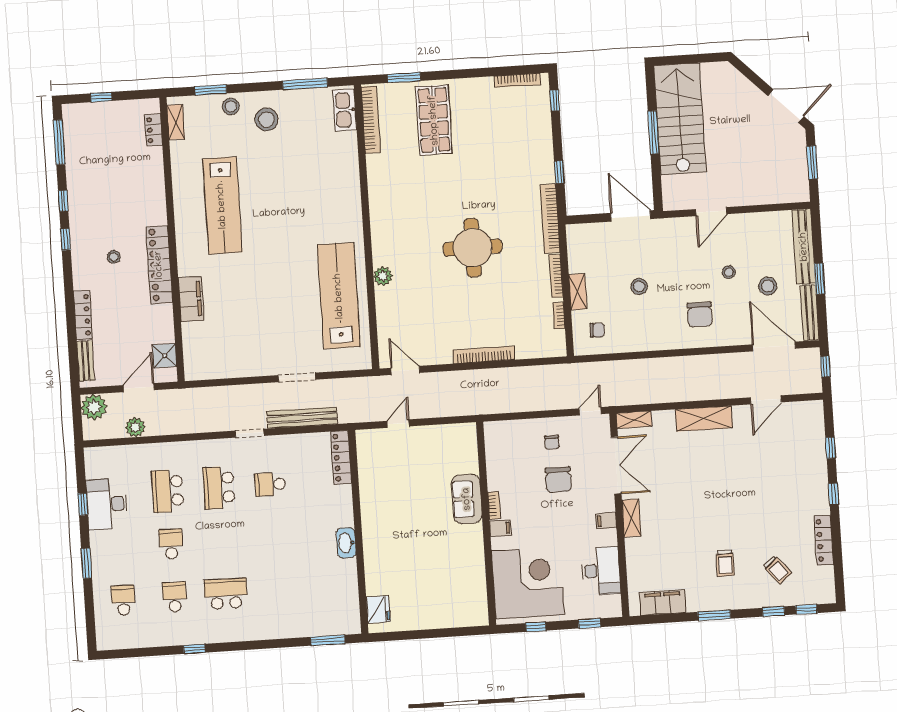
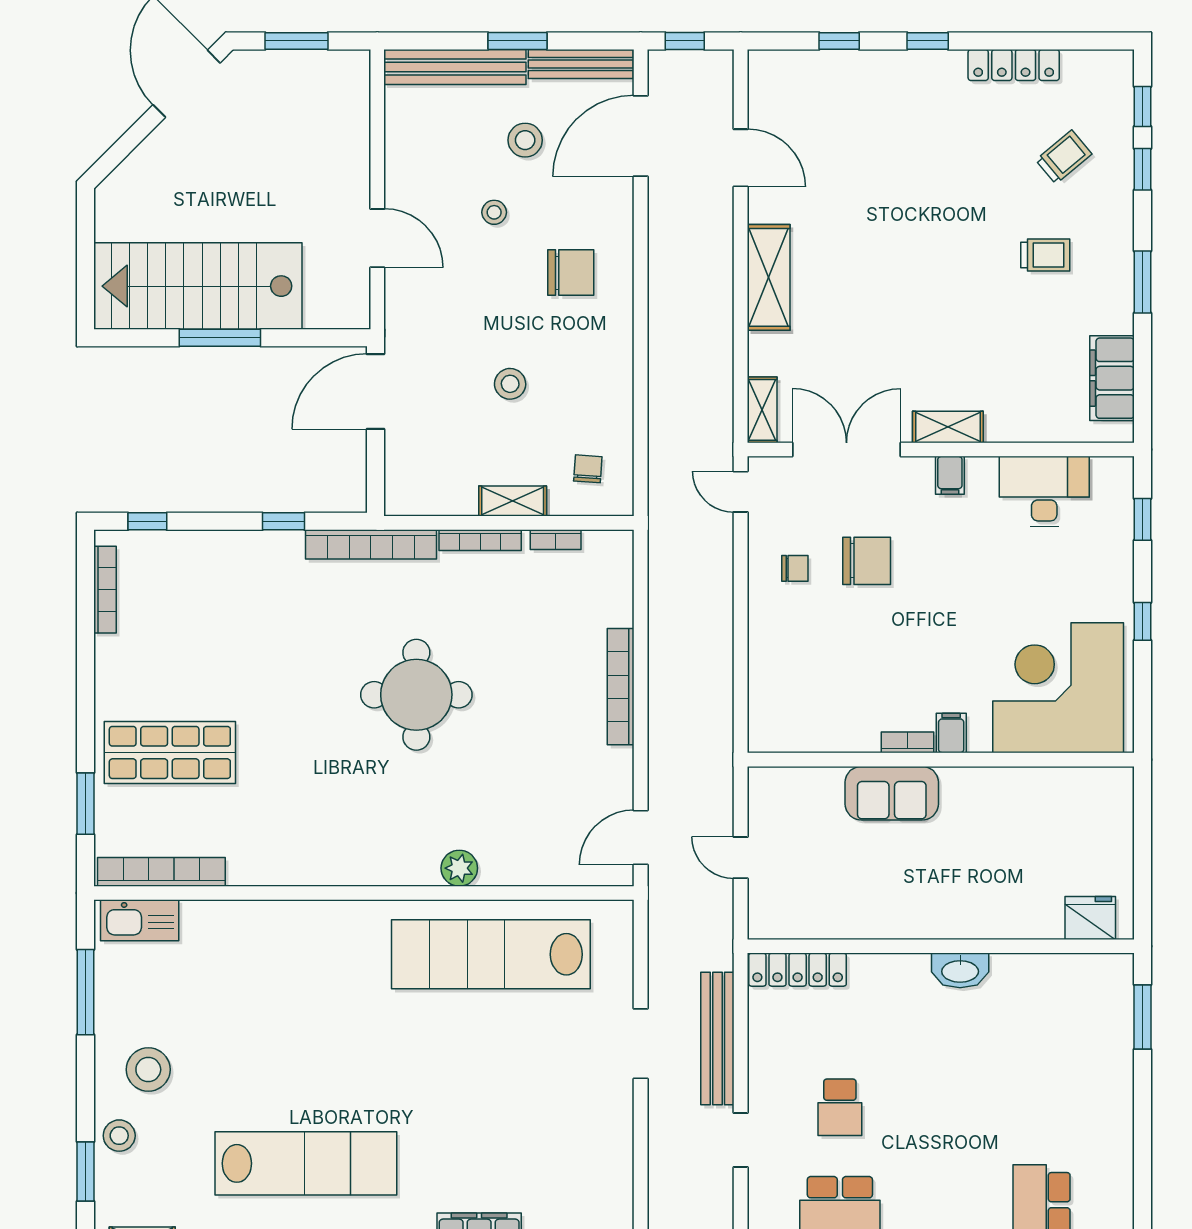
sofa: (467, 499) -> (892, 793), moved
bookcase: (494, 505) -> (907, 742), moved
wall: (486, 524) -> (941, 760), moved
filing cabinet: (500, 528) -> (951, 733), moved
corner desk: (528, 583) -> (1058, 688), moved

